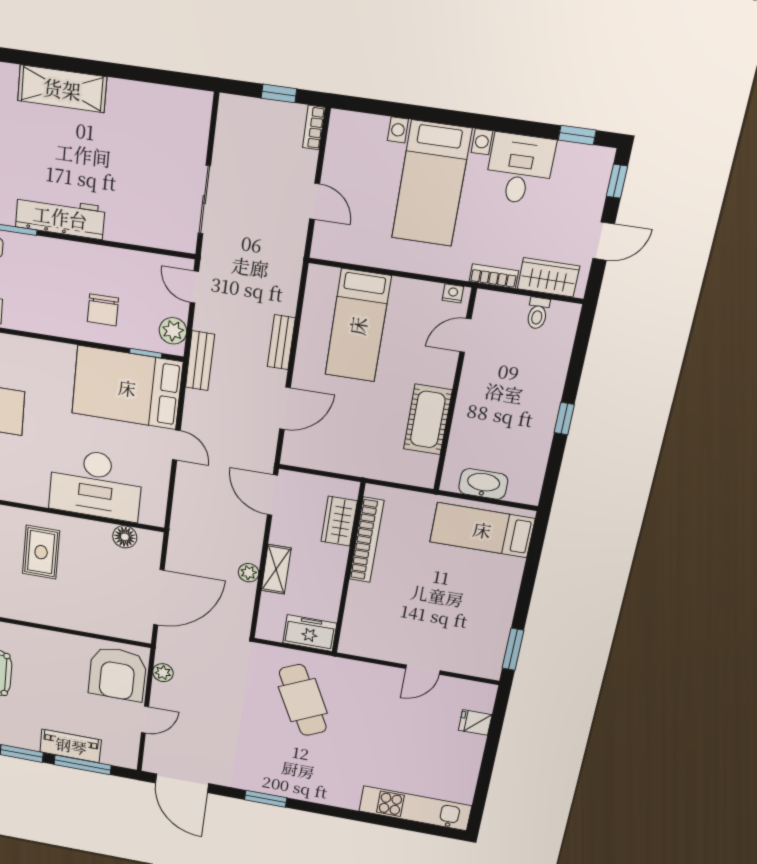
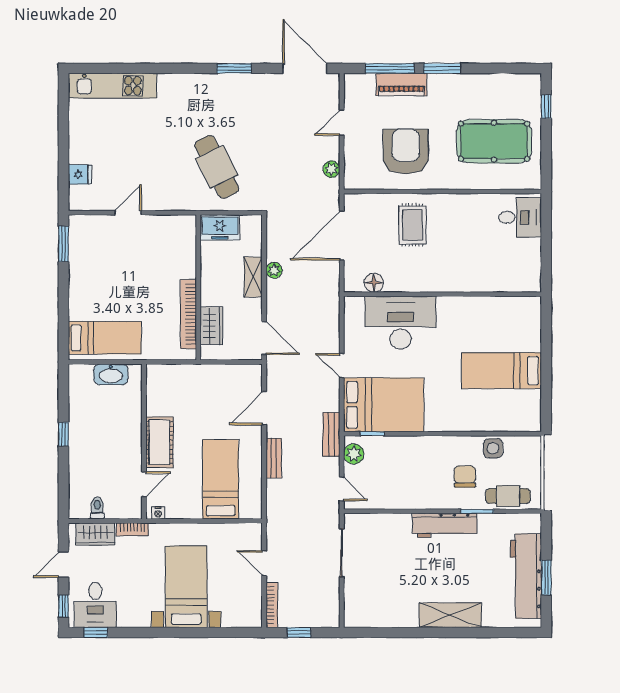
bookcase: (314, 128) -> (272, 605), width x1.56
desk: (520, 169) -> (95, 605), moved
chair: (103, 310) -> (465, 477), moved
cot: (428, 419) -> (159, 442), moved
rug: (41, 552) -> (412, 225), moved
armchair: (117, 674) -> (406, 152), moved

